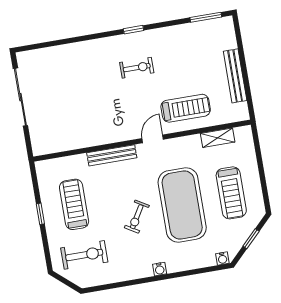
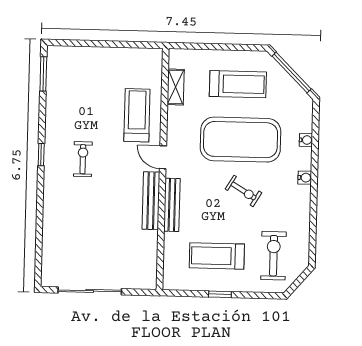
bench: (235, 76) -> (151, 201), moved, turned 90
window: (251, 239) -> (292, 72), width x2.17
water cooler: (222, 258) -> (306, 140), moved

